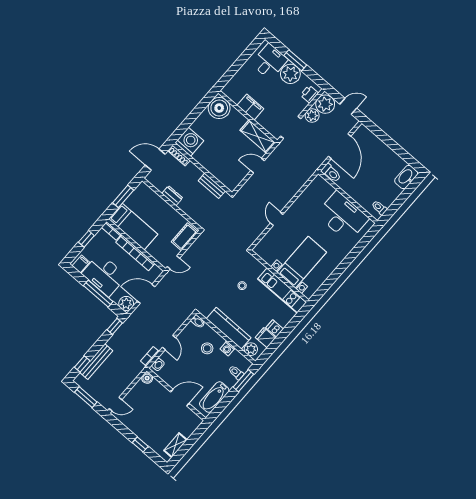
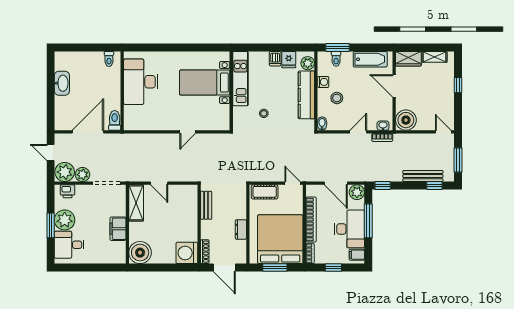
washbasin: (406, 177) -> (62, 83), moved, turned -90
bed: (133, 227) -> (280, 239), width x2.04
boiler: (147, 378) -> (406, 120), width x1.86, depth x1.86
wardrobe: (191, 425) -> (408, 59), added

